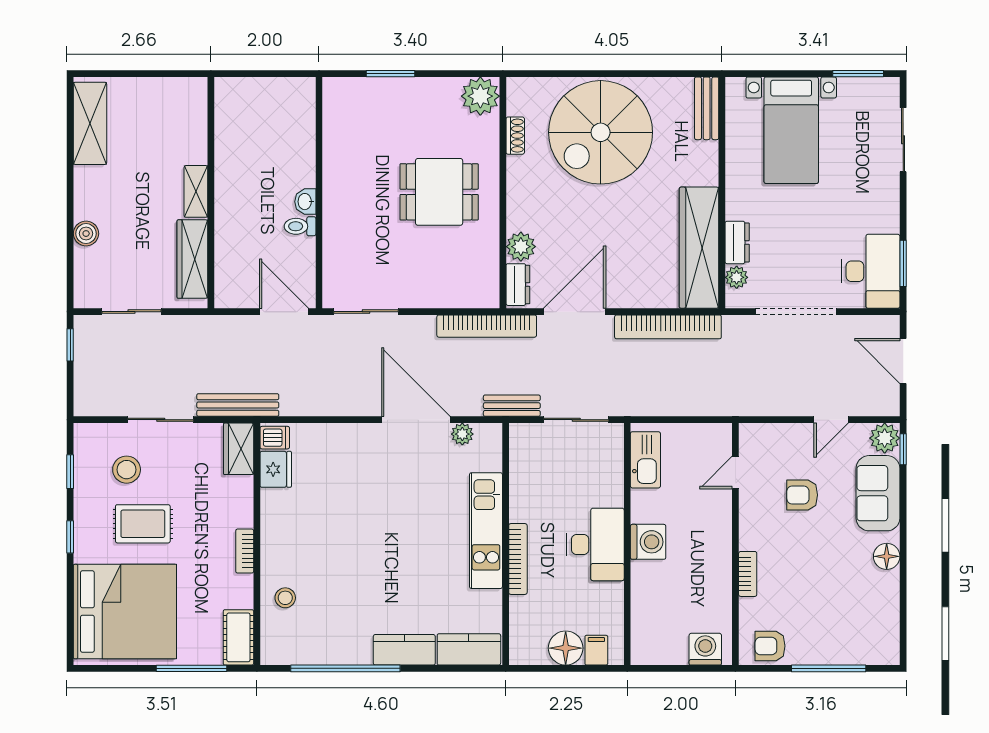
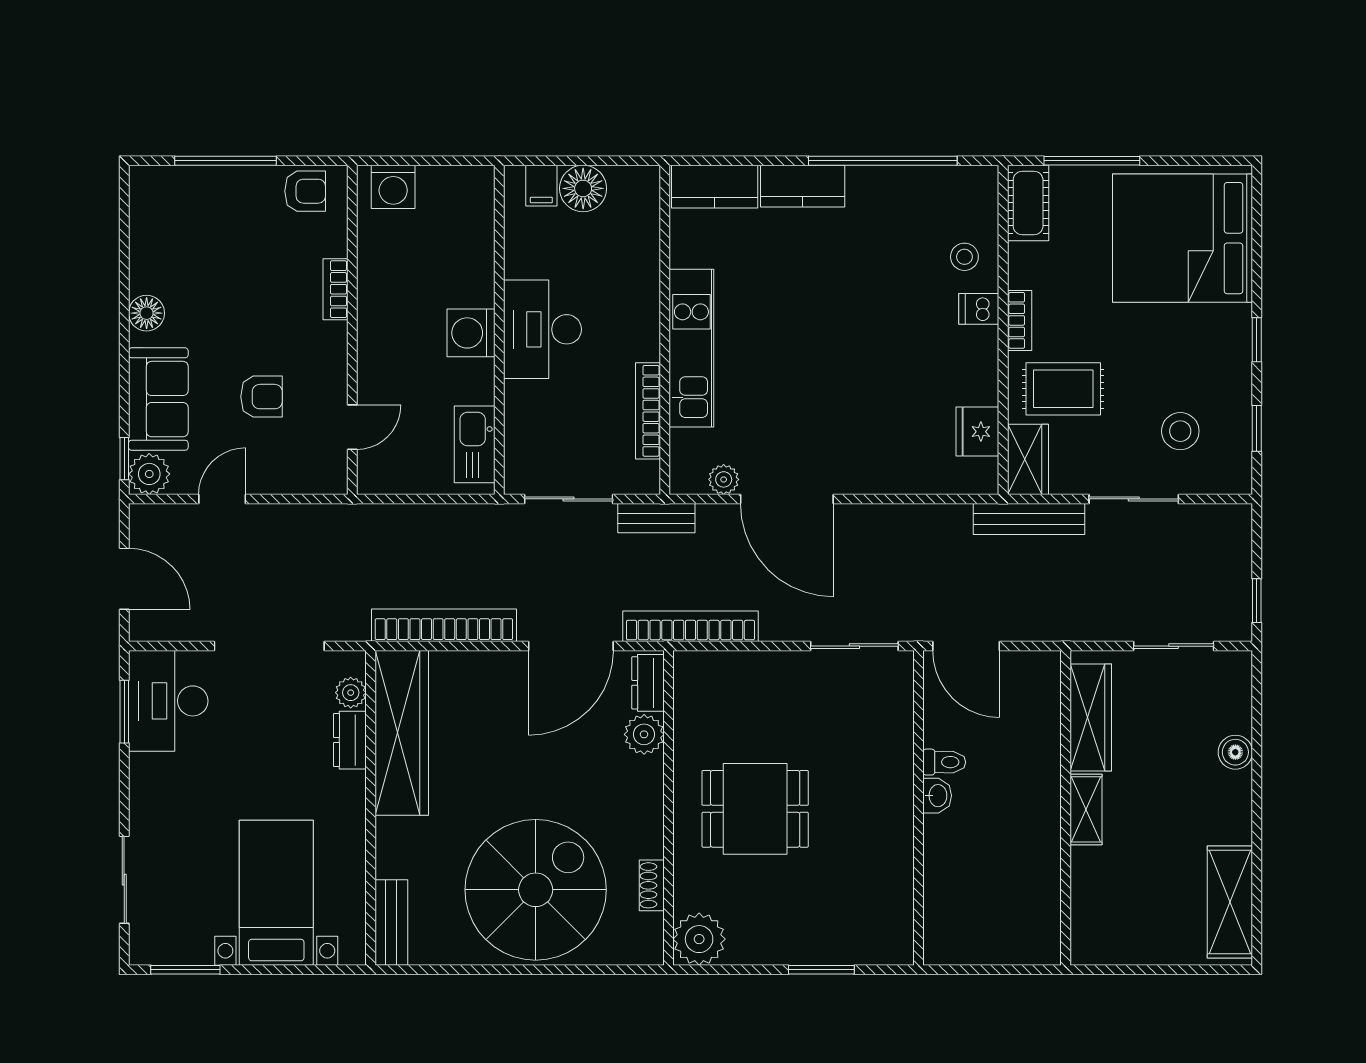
dishwasher: (275, 438) -> (979, 309), moved
rug: (143, 524) -> (1063, 389), moved
bookcase: (518, 559) -> (648, 411), moved

